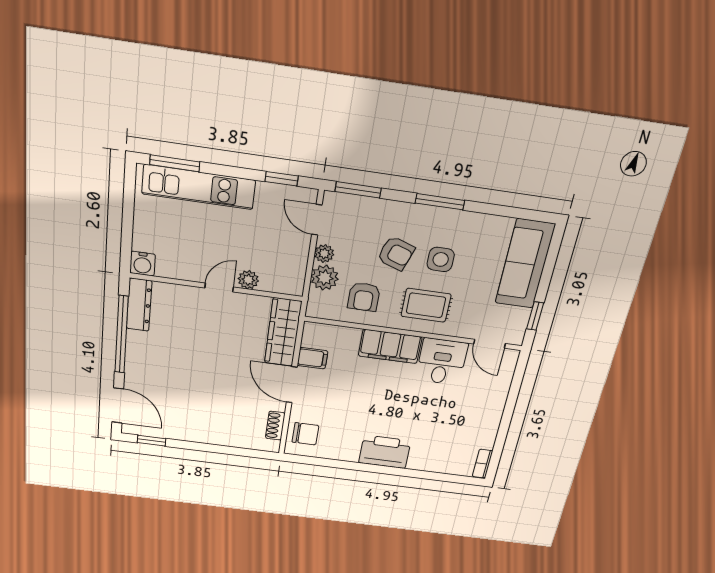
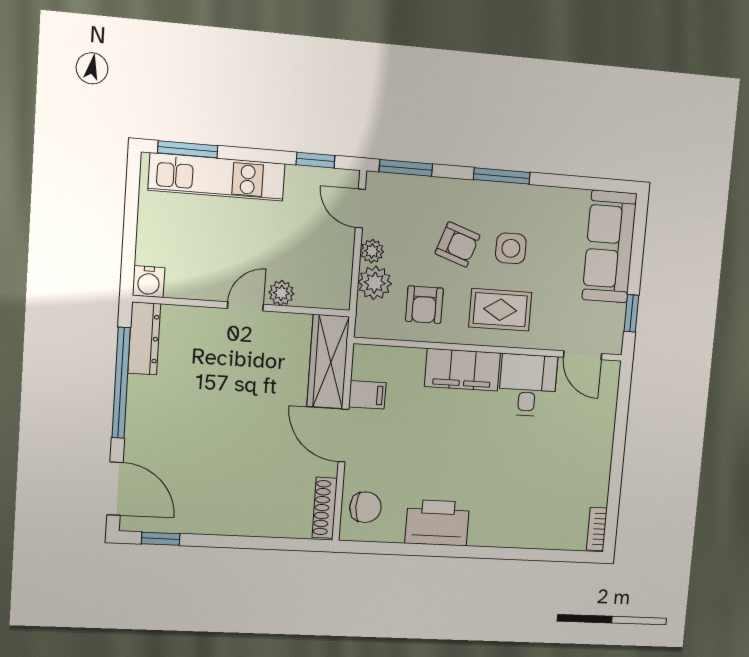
shoe rack: (275, 426) -> (325, 508), width x1.43
printer: (385, 452) -> (437, 523), moved

